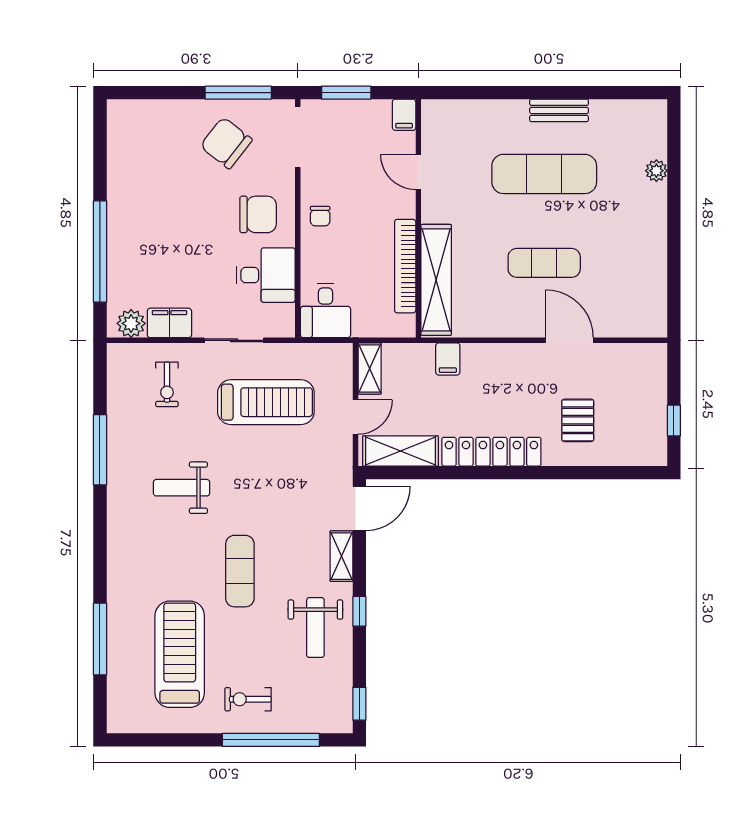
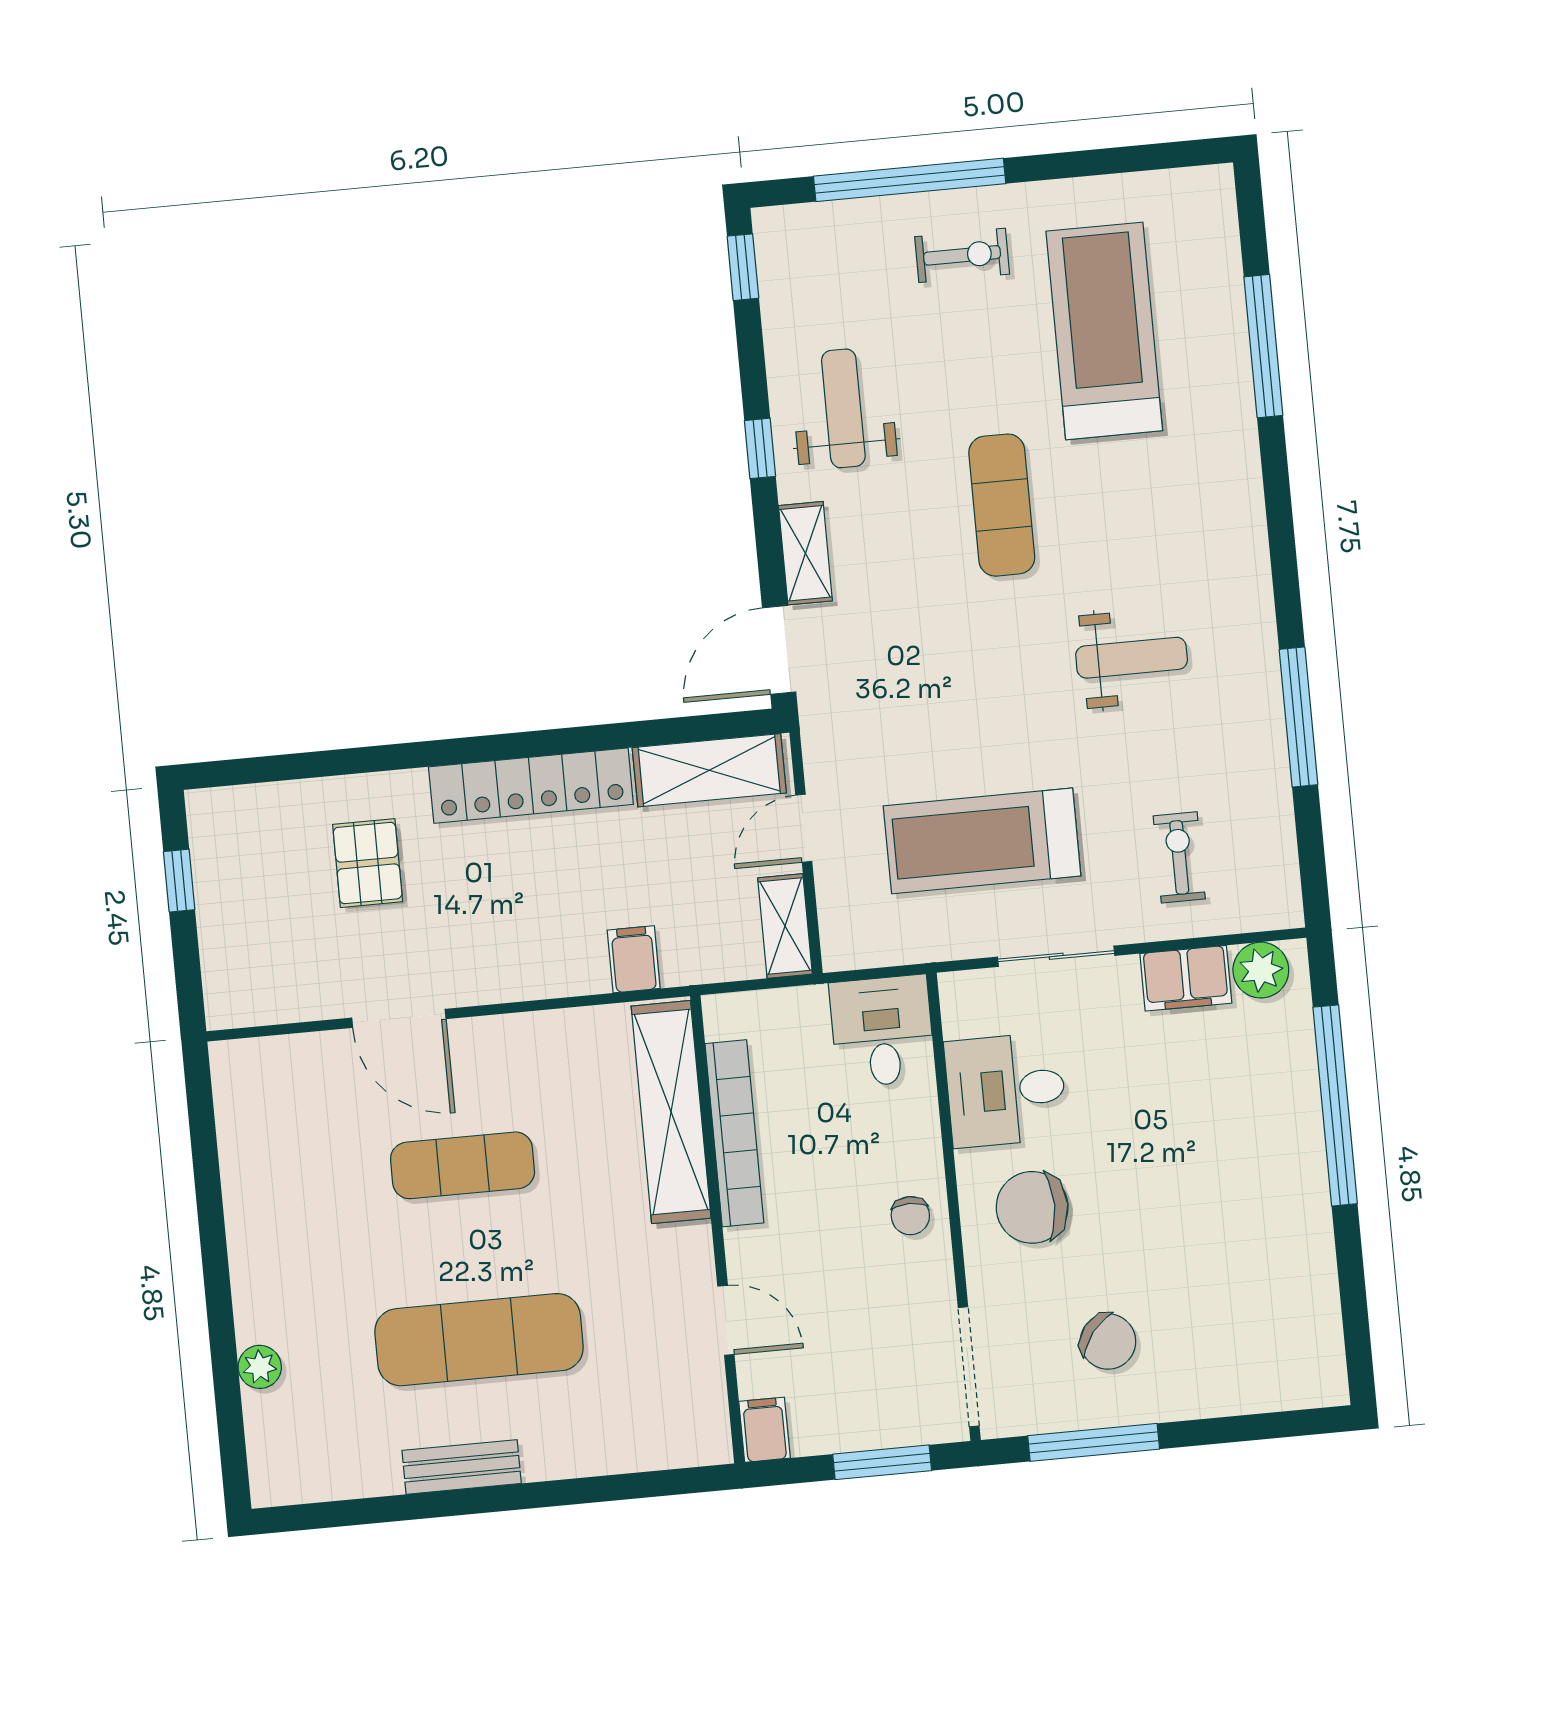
chair: (226, 143) -> (1108, 1342), width x0.73, depth x0.73
chair: (320, 216) -> (910, 1216), turned 180
treadmill: (180, 654) -> (1104, 331), turned 180

